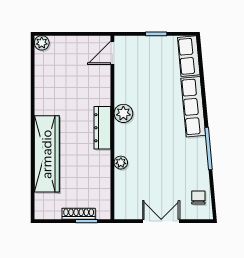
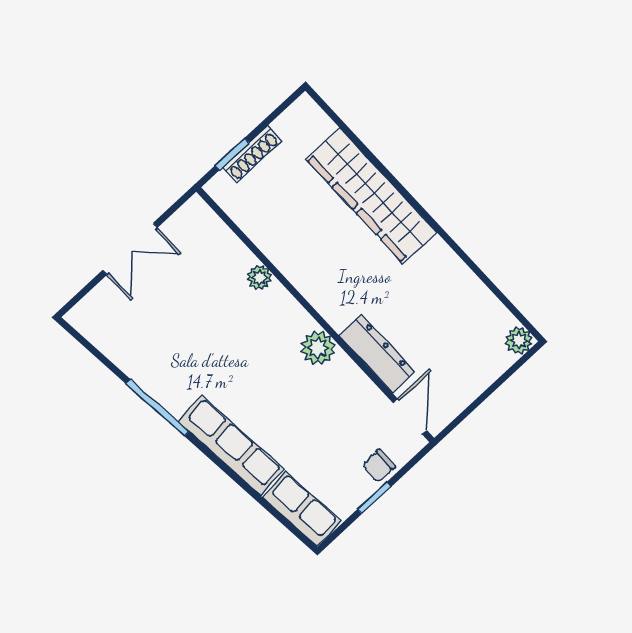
dresser: (102, 128) -> (377, 354), moved
chair: (198, 198) -> (379, 466), moved, turned 90

